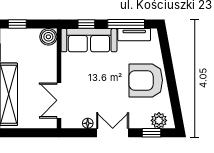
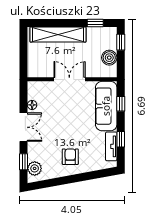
window: (126, 24) -> (121, 139), width x0.46
boiler: (48, 37) -> (109, 58), moved
armchair: (146, 80) -> (70, 157), width x0.53, depth x0.53
double door: (59, 100) -> (69, 79), moved

